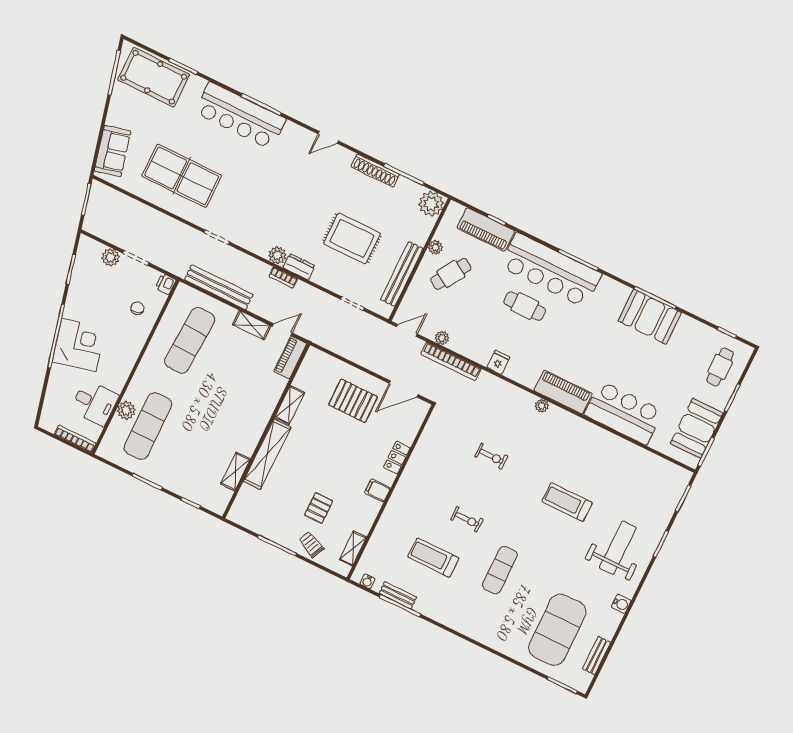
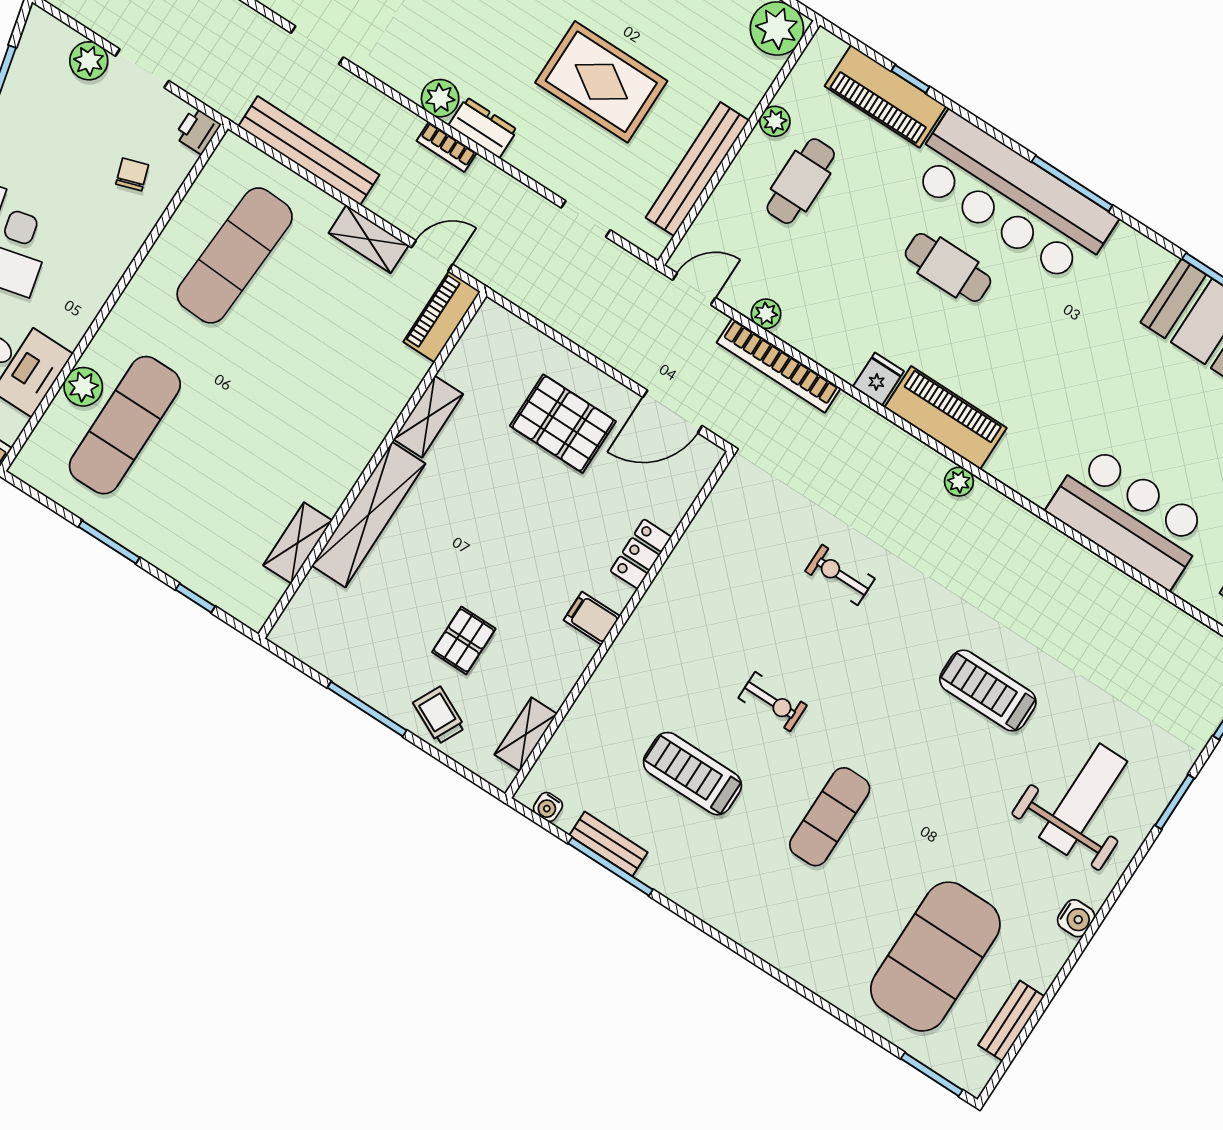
cafe table: (451, 274) -> (801, 181), turned -32
piano: (563, 392) -> (946, 418), moved
exercise bike: (491, 456) -> (840, 575), turned 180

